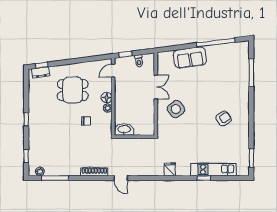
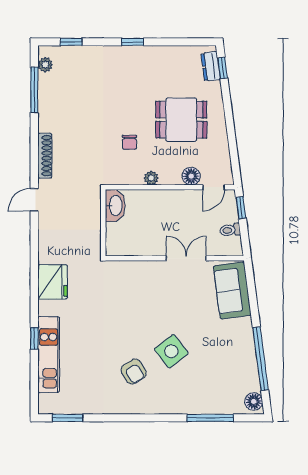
floor lamp: (241, 47) -> (254, 401), added
sofa: (190, 57) -> (232, 290), moved
door: (113, 71) -> (214, 187), swing flipped
double door: (156, 87) -> (186, 258), swing flipped
dining table: (73, 90) -> (181, 120), turned 90
floor lamp: (107, 98) -> (191, 176), moved
side table: (176, 109) -> (171, 351), moved
fridge: (170, 169) -> (53, 282), width x1.88, depth x1.34

